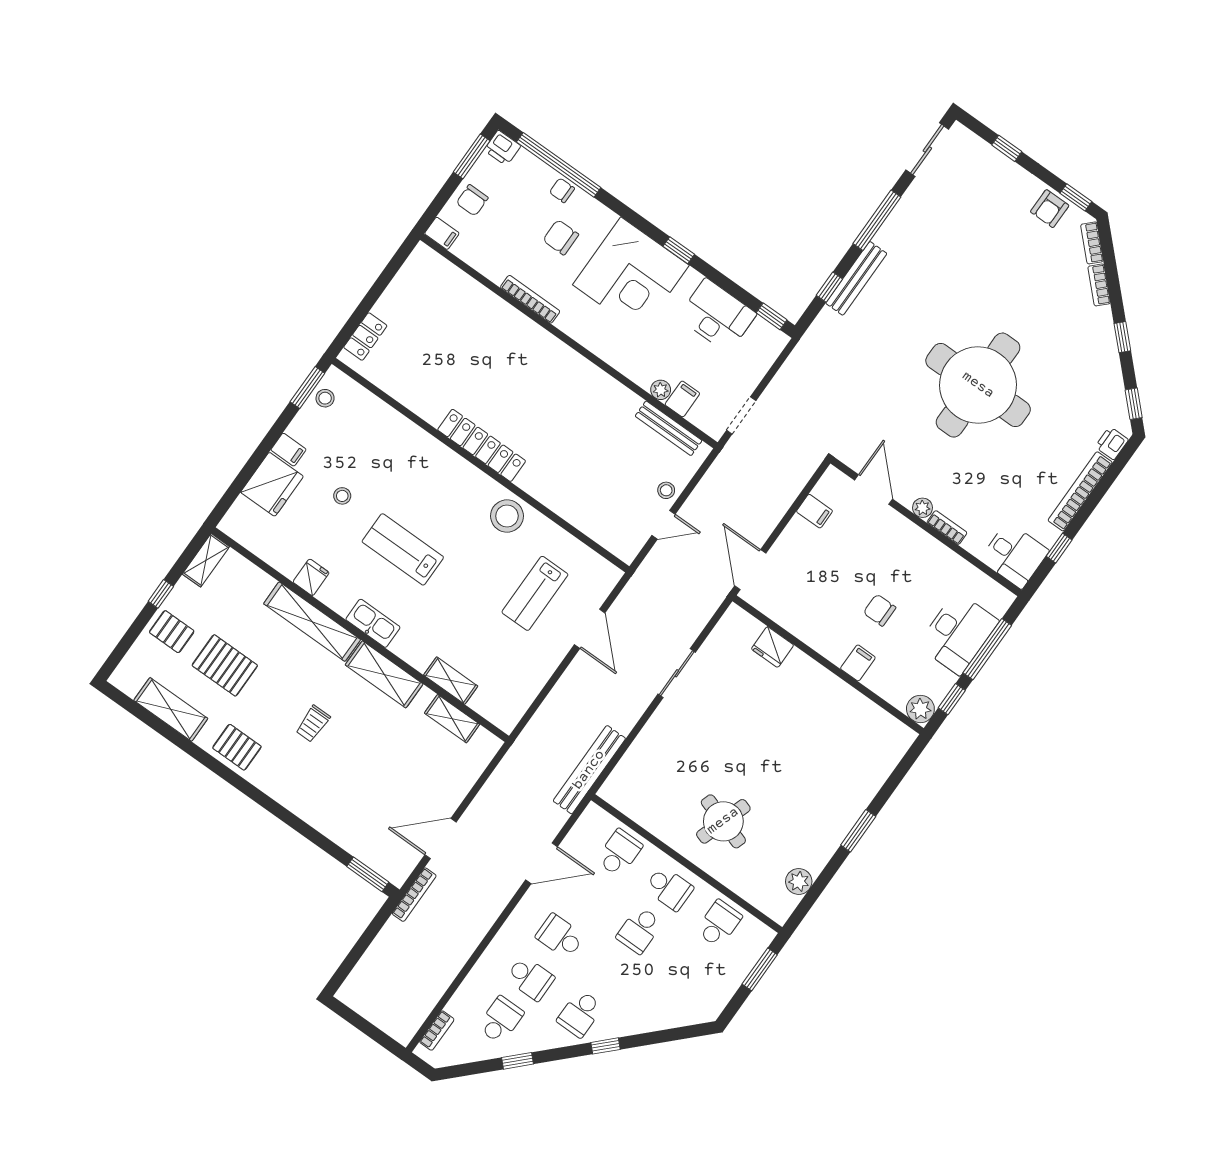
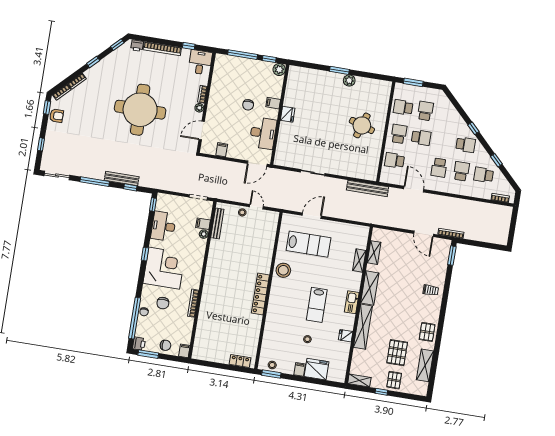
lab bench: (535, 593) -> (308, 244), width x1.36, depth x1.39
desk: (958, 633) -> (263, 133), moved, turned 90
fridge: (772, 647) -> (288, 114), moved
trolley: (313, 724) -> (431, 290), moved
plant: (799, 882) -> (349, 80), moved
school desk: (689, 965) -> (425, 111), added

